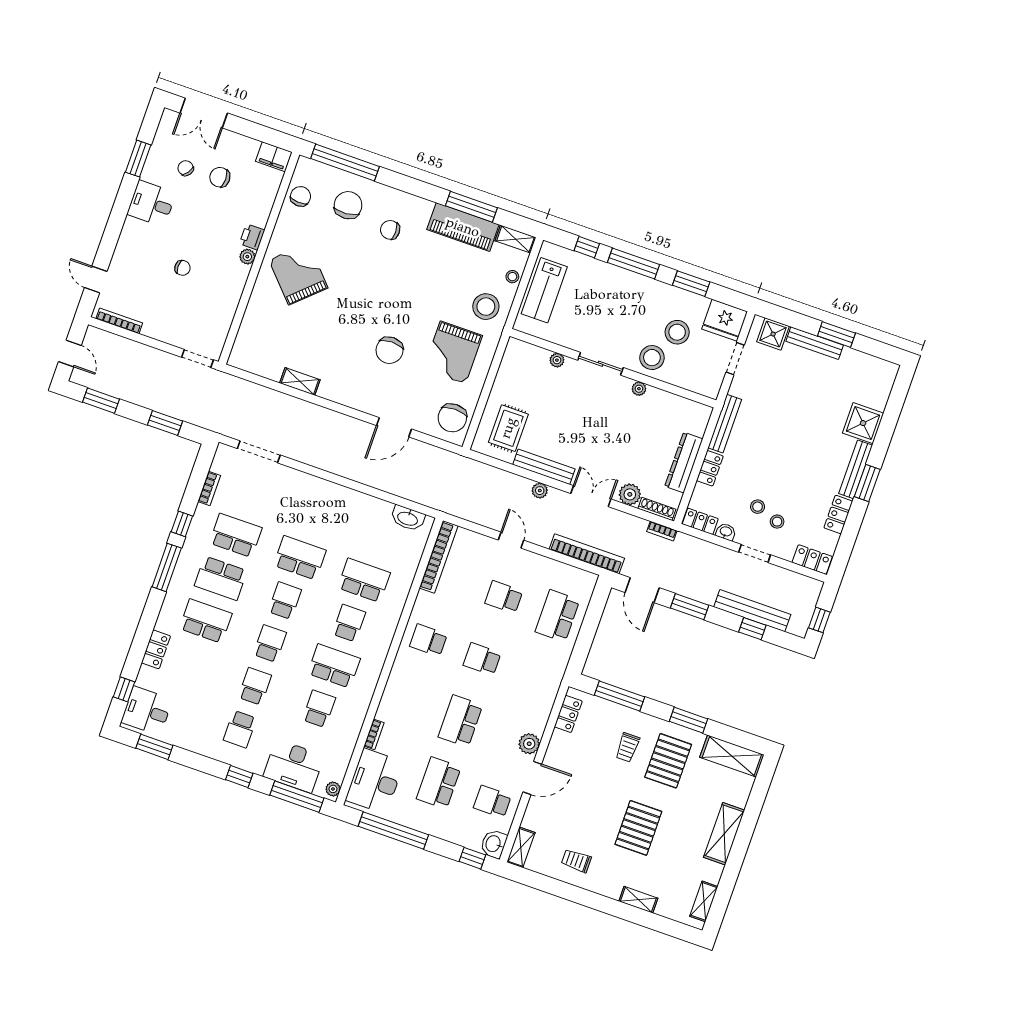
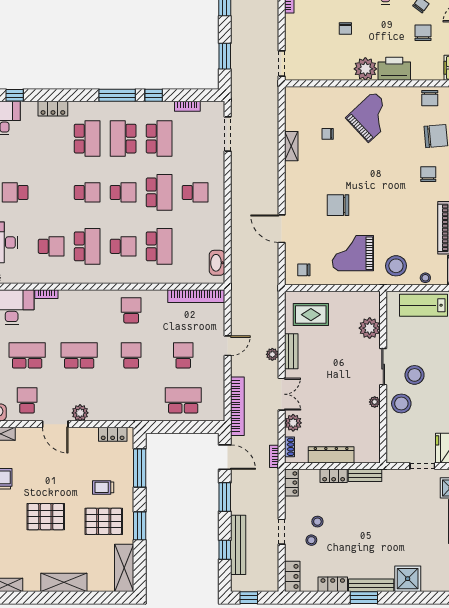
chair: (300, 196) -> (430, 98), turned 87
printer: (252, 237) -> (394, 69), width x1.87, depth x1.48
plant: (247, 257) -> (365, 69), width x1.88, depth x1.88
stool: (677, 332) -> (415, 375), moved
chair: (300, 333) -> (328, 134), added
plant: (557, 360) -> (370, 328), width x1.88, depth x1.88
chair: (452, 418) -> (304, 270), width x0.54, depth x0.54
bench: (725, 424) -> (365, 475), width x0.73
bench: (544, 467) -> (291, 351), width x0.73
shoe rack: (657, 509) -> (289, 447), width x0.70
washbasin: (726, 532) -> (290, 504), removed
door: (642, 590) -> (225, 457), swing flipped
school desk: (255, 686) -> (195, 192), moved

